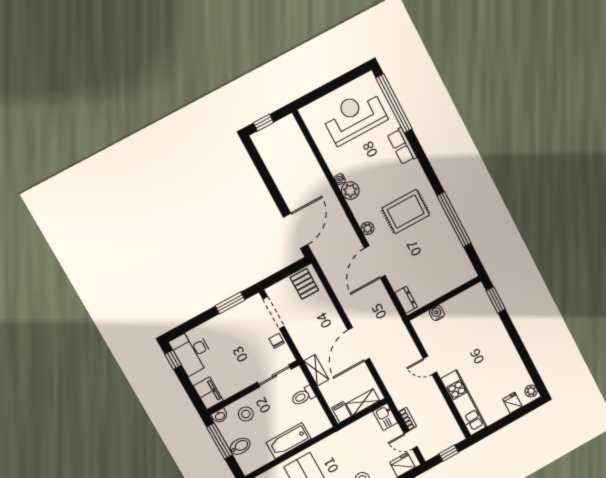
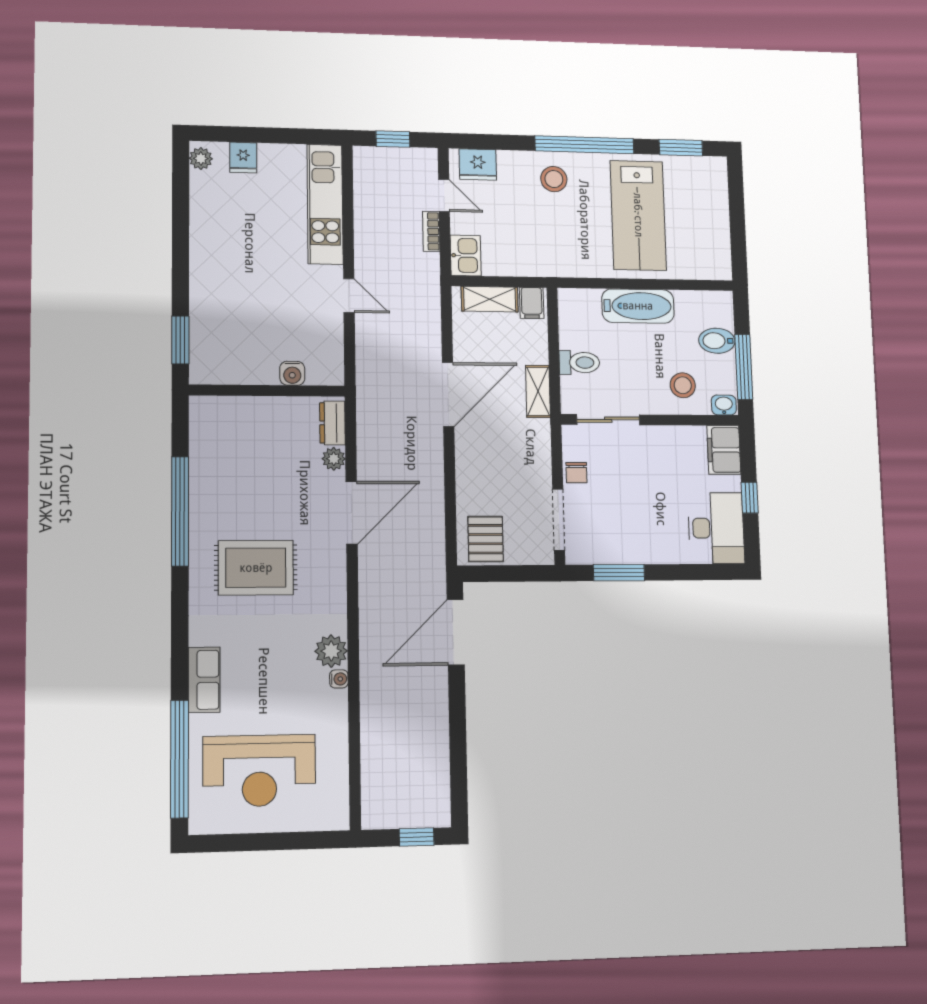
plant: (367, 228) -> (334, 459), moved
window: (173, 360) -> (750, 498), moved

